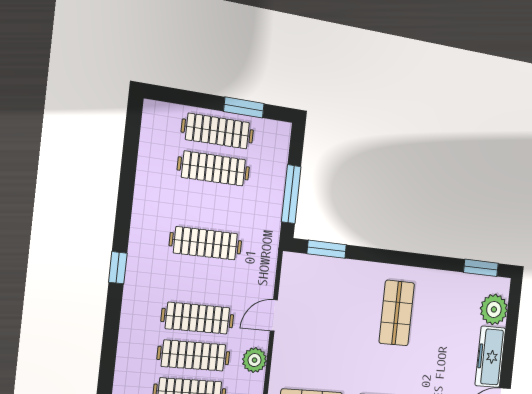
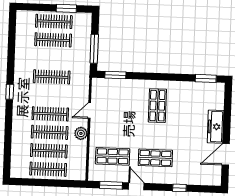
plant: (494, 309) -> (216, 101), removed

